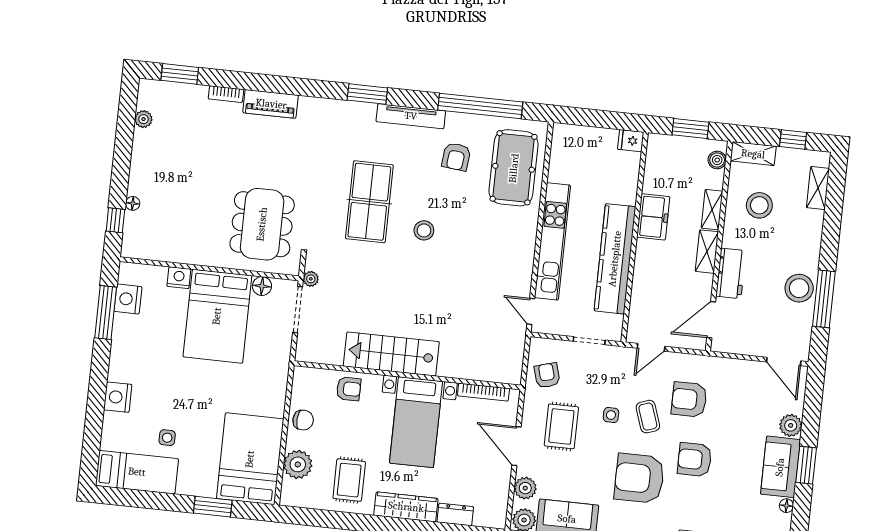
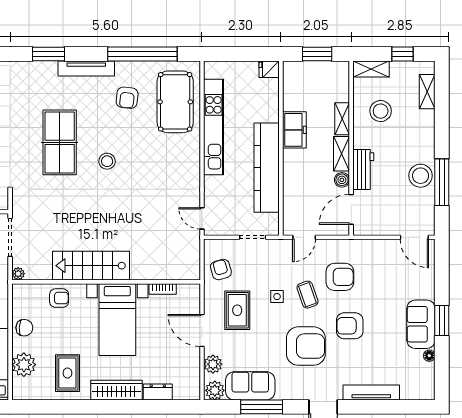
boiler: (717, 160) -> (342, 180), moved
kitchen unit: (552, 241) -> (214, 127), moved
plant: (311, 279) -> (18, 274), moved
bookcase: (483, 392) -> (163, 289), width x0.64
armchair: (689, 399) -> (340, 277), turned 180
plant: (791, 425) -> (426, 289), removed
armchair: (639, 478) -> (306, 346), turned 180

